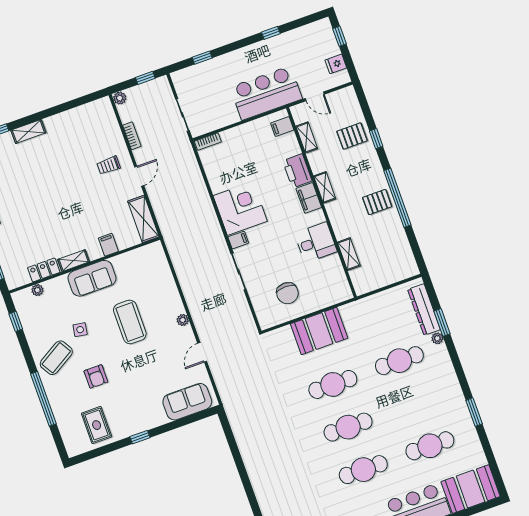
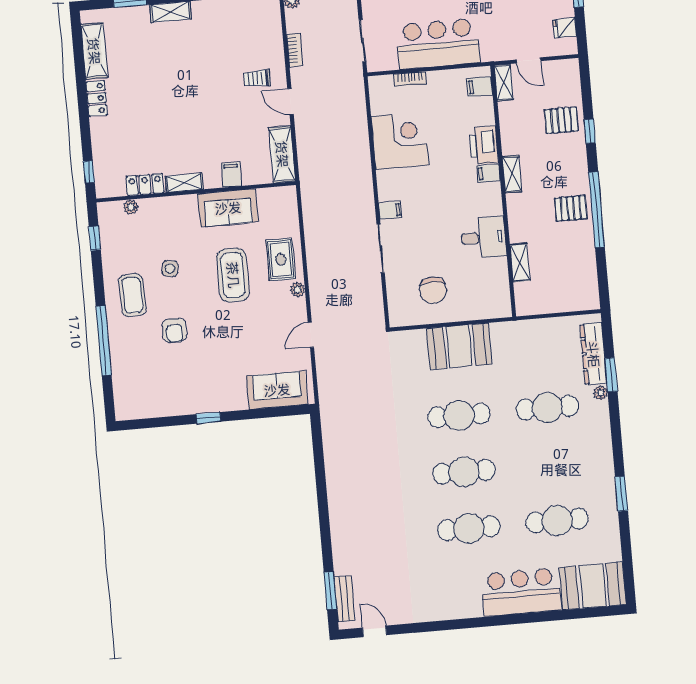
bar counter: (266, 93) -> (438, 44), moved
shelving: (307, 137) -> (504, 83), moved
bookcase: (208, 142) -> (410, 79), moved
door: (139, 176) -> (290, 101), swing flipped
filing cabinet: (309, 198) -> (488, 173), width x0.50
corner desk: (240, 208) -> (400, 141), moved
sofa: (92, 278) -> (228, 208), moved
coffee table: (56, 358) -> (132, 295), turned -61
rug: (97, 425) -> (281, 259), moved

